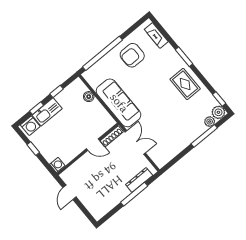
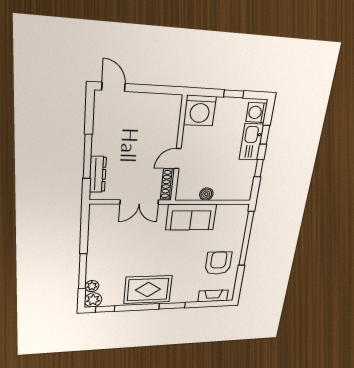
rug: (185, 84) -> (148, 290), width x1.36, depth x1.43
boiler: (89, 97) -> (206, 194), moved
sofa: (119, 103) -> (191, 217), width x0.73
washing machine: (57, 165) -> (200, 111), width x1.89, depth x1.89
door: (70, 192) -> (113, 87), moved

